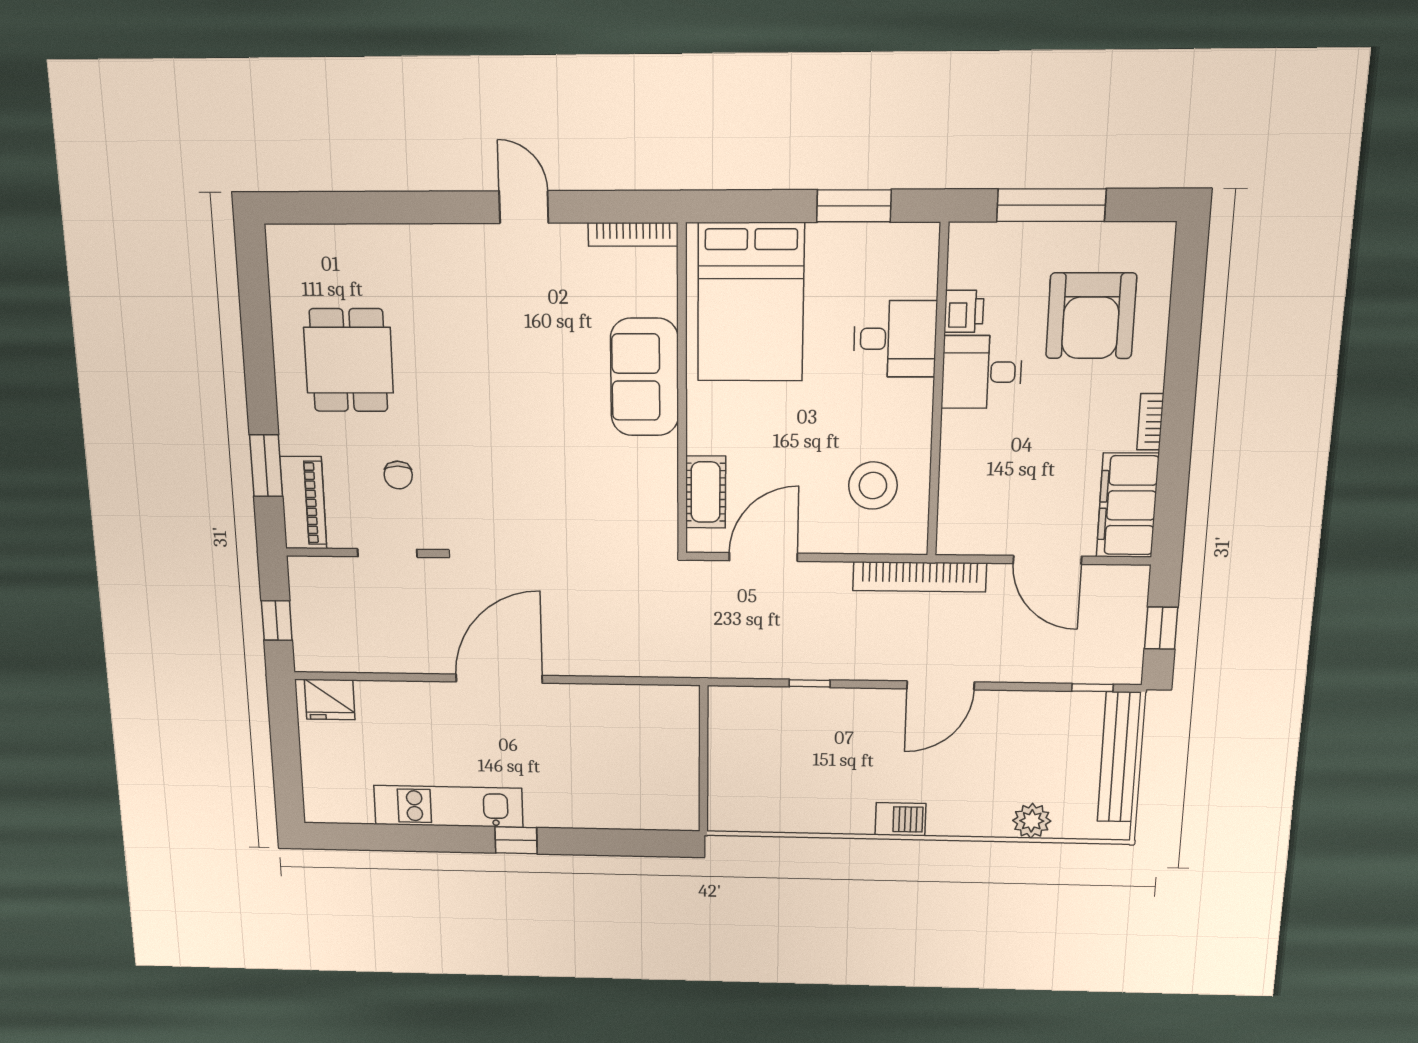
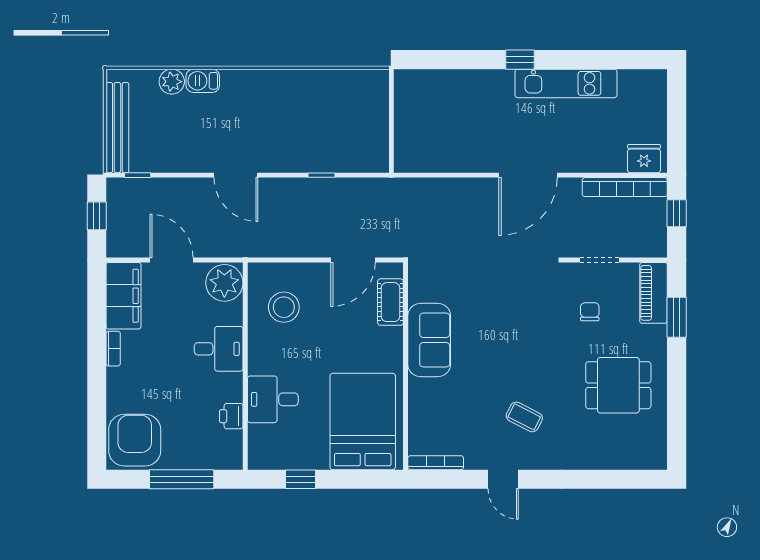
window: (854, 206) -> (300, 479), width x0.67
coffee table: (493, 310) -> (524, 417), added
armchair: (1091, 316) -> (135, 440), moved
dining table: (349, 360) -> (618, 385), turned 90
desk: (982, 372) -> (219, 349), moved
sofa: (645, 377) -> (429, 340), moved
plant: (966, 524) -> (224, 283), added
bookcase: (920, 577) -> (625, 187), moved, turned 180
door: (941, 685) -> (236, 175), swing flipped
barbecue: (900, 819) -> (203, 81), moved

